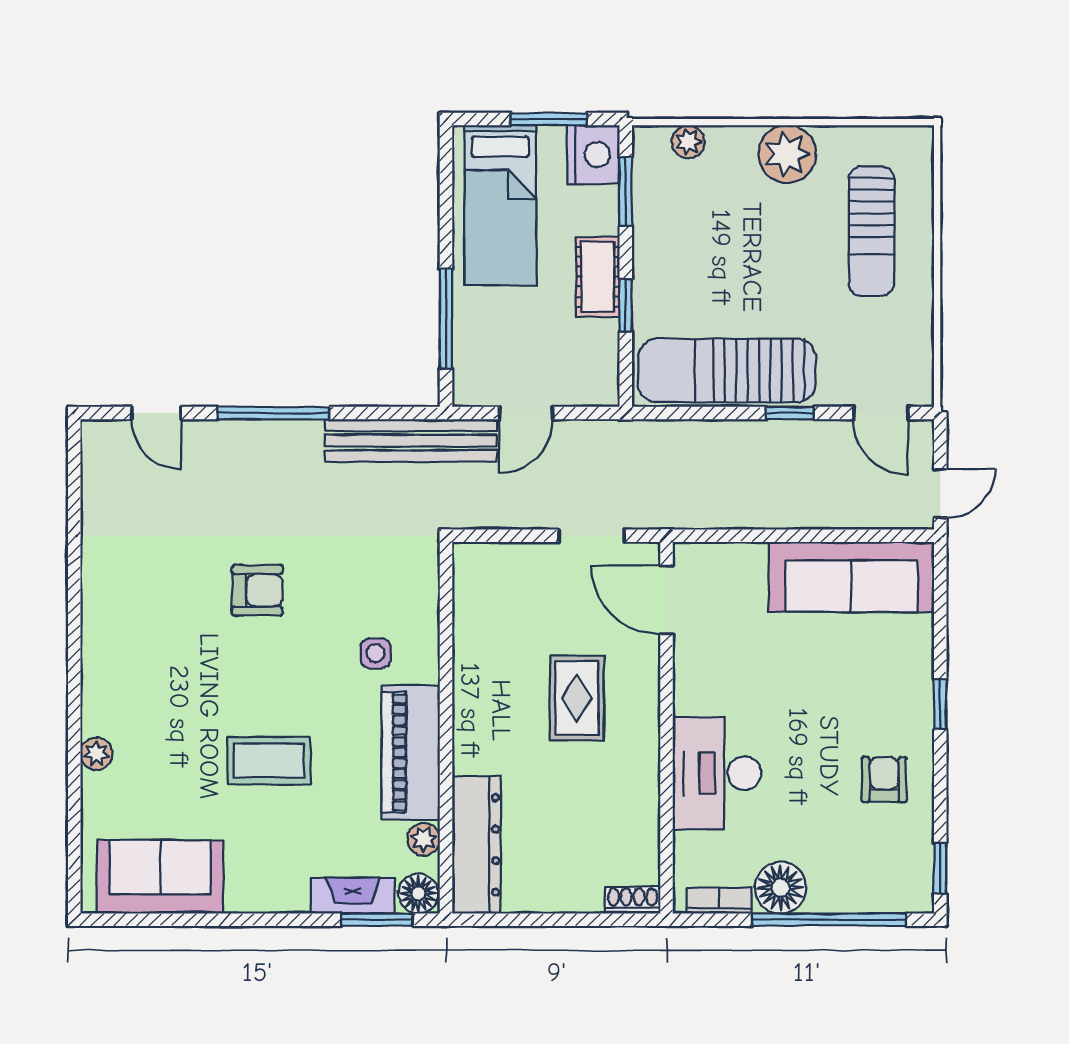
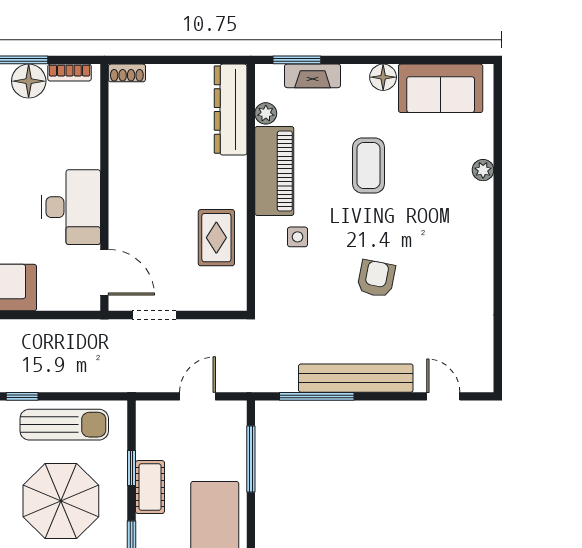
parasol: (732, 256) -> (61, 501), added
sun lounger: (727, 371) -> (64, 425), width x0.73, depth x0.75
window: (273, 413) -> (317, 396), moved
bench: (411, 441) -> (356, 378), moved
armchair: (257, 590) -> (376, 279), turned 101
rug: (577, 698) -> (216, 238), moved
coffee table: (269, 761) -> (368, 166), turned 90
desk: (717, 773) -> (71, 207), moved
floor lamp: (418, 894) -> (383, 77), moved

